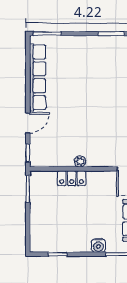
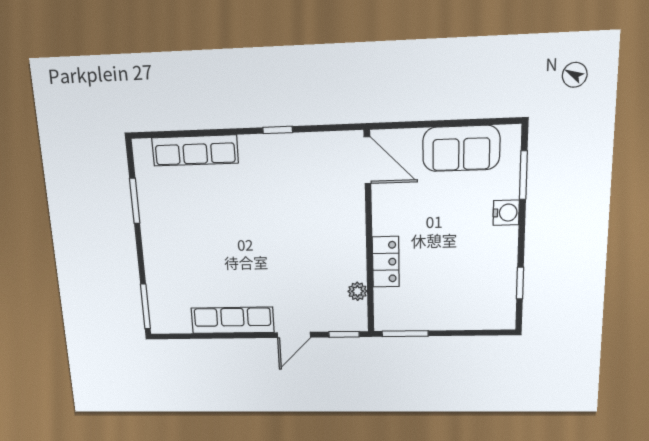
row of seats: (38, 77) -> (233, 320), width x0.73
door: (28, 123) -> (294, 335), swing flipped
plant: (80, 161) -> (357, 291), moved

